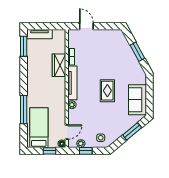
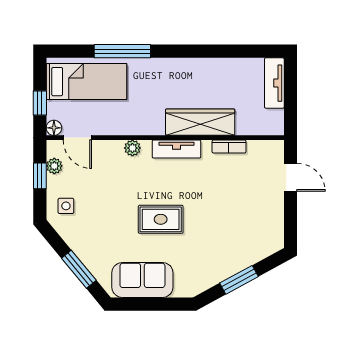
door: (86, 26) -> (291, 177), hinge flipped
window: (24, 46) -> (250, 51), removed
wardrobe: (59, 65) -> (200, 122), width x1.50
tv unit: (72, 83) -> (176, 149), width x0.71

